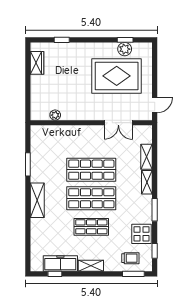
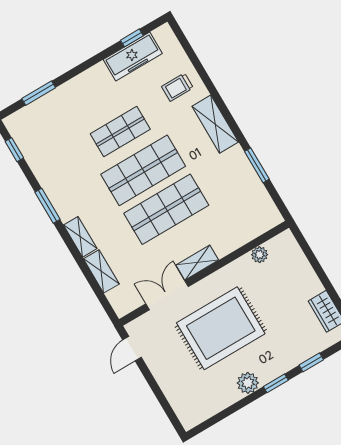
window: (125, 40) -> (276, 383), moved
plant: (125, 49) -> (248, 383), moved
rug: (117, 76) -> (221, 328), moved
display table: (142, 234) -> (46, 162), removed
trolley: (130, 258) -> (177, 87), moved
shelving: (91, 266) -> (197, 263), moved
window: (133, 274) -> (39, 93), moved

